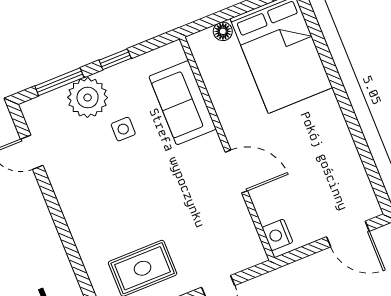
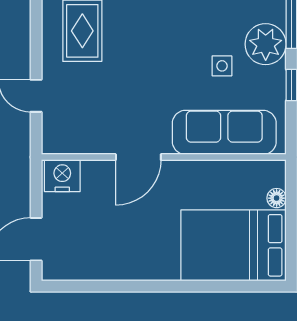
sofa: (183, 103) -> (224, 132), width x1.36
nightstand: (277, 235) -> (62, 176), width x1.36, depth x1.33

